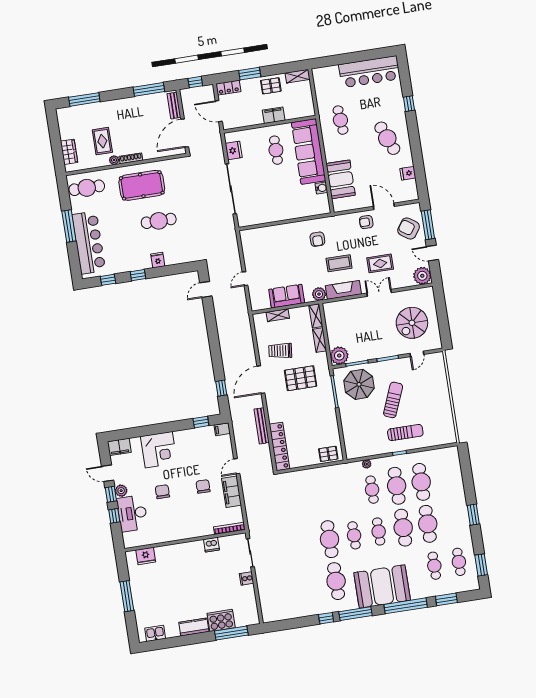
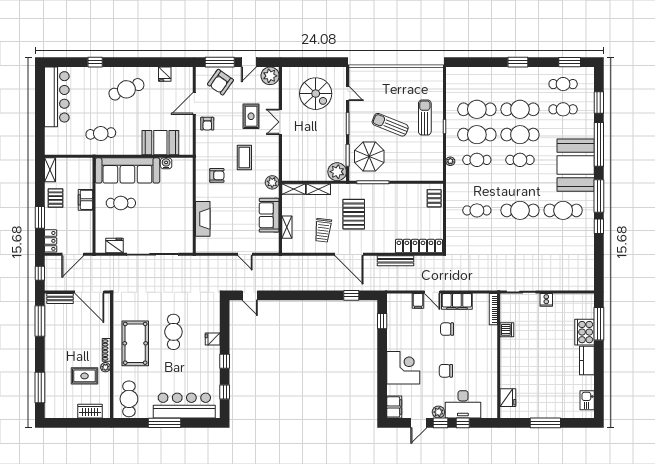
fireplace: (343, 290) -> (203, 219), moved, turned 180
filing cabinet: (222, 429) -> (418, 301), moved
cafe table: (354, 535) -> (477, 210), moved

